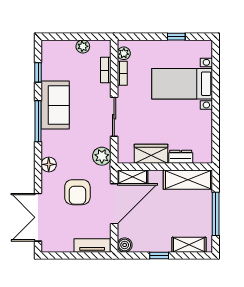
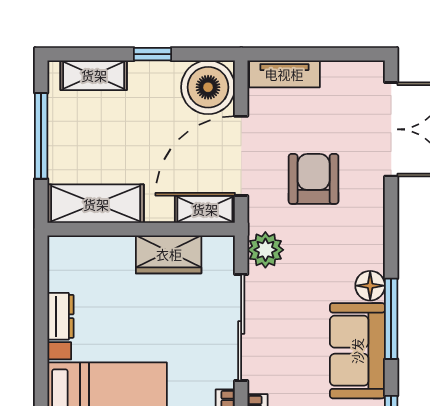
sliding door: (114, 117) -> (241, 328), width x1.37
dresser: (181, 157) -> (60, 316), moved, turned -90
floor lamp: (49, 164) -> (370, 286), moved
boiler: (125, 245) -> (208, 87), width x1.86, depth x1.86

